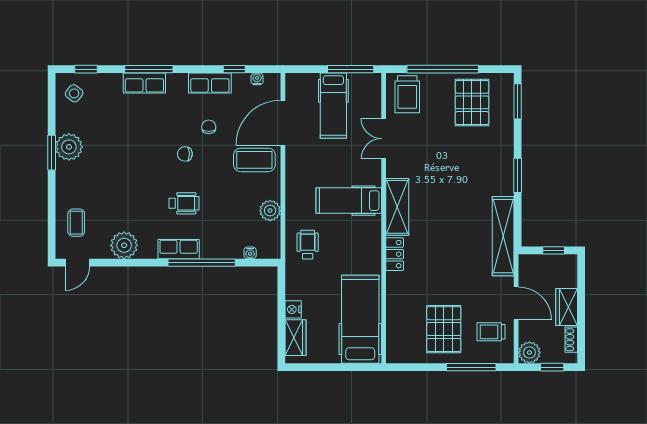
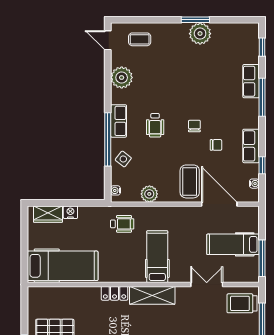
row of seats: (144, 83) -> (251, 81), moved
side table: (74, 93) -> (123, 159), moved
water cooler: (250, 253) -> (116, 190), moved

